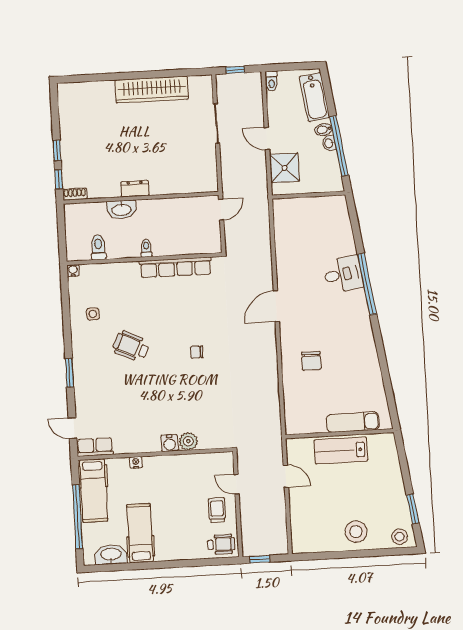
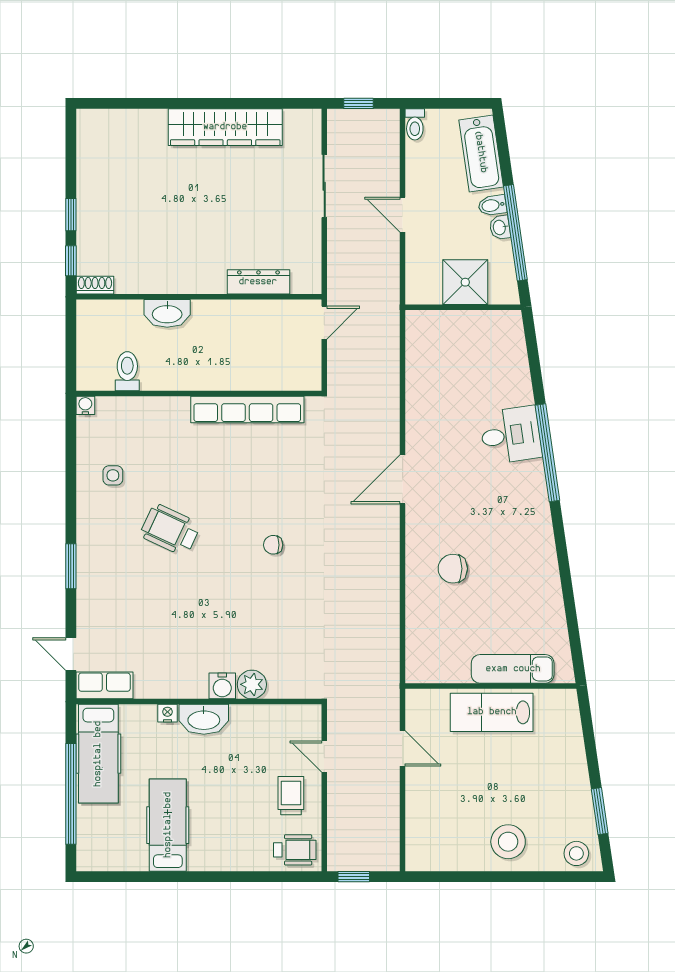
shower: (284, 168) -> (465, 282), moved
dresser: (135, 189) -> (258, 282), moved, width x1.44
toilet: (146, 248) -> (203, 377), removed
chair: (311, 361) -> (453, 569), turned 90
washbasin: (111, 555) -> (204, 719), moved, turned 180

